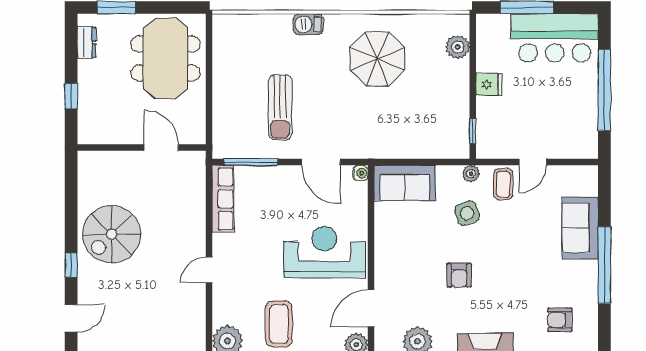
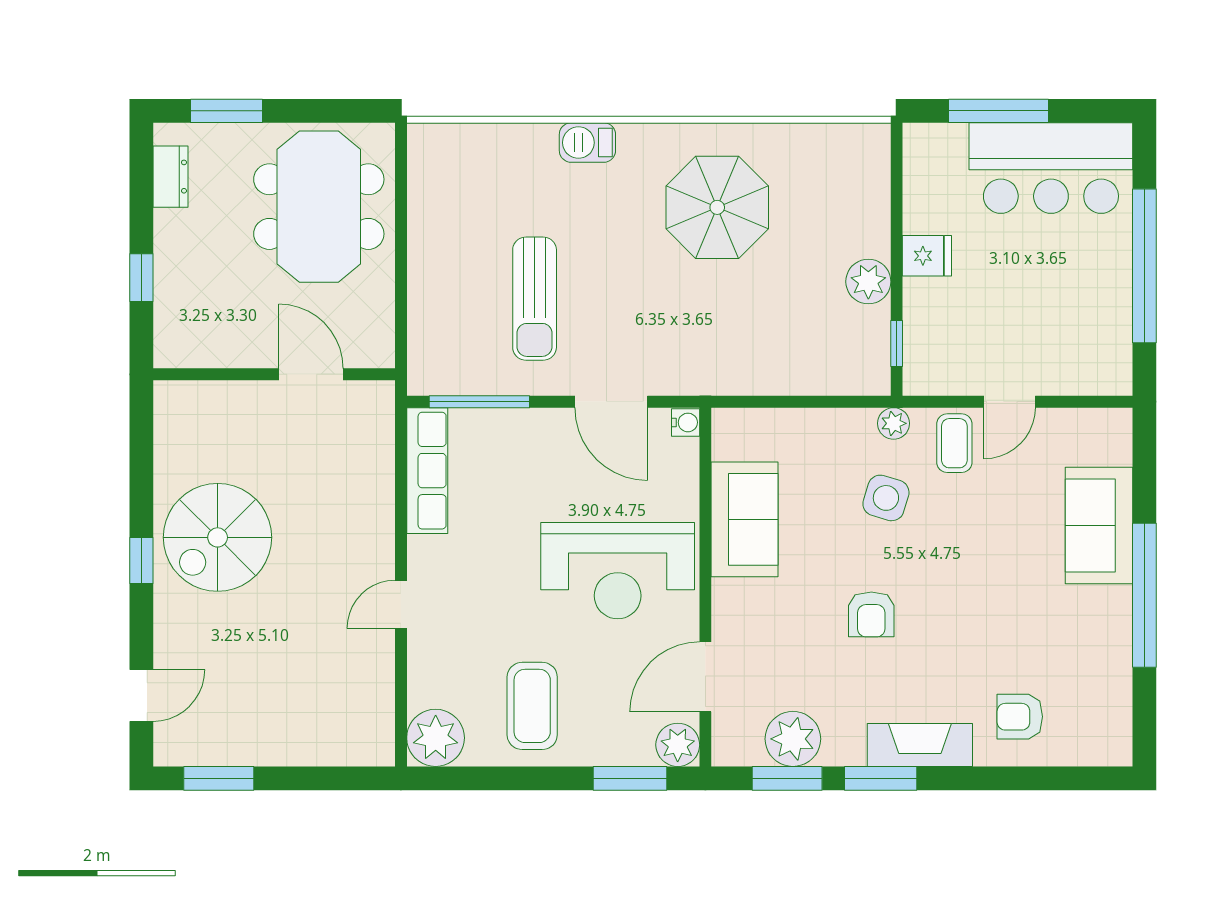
plant: (458, 47) -> (868, 282), moved
sofa: (405, 183) -> (744, 519), moved, turned -90
side table: (467, 213) -> (886, 498), turned 35
reception desk: (324, 252) -> (618, 571), turned 180
window: (71, 265) -> (141, 561), moved
armchair: (560, 320) -> (1020, 717), moved

